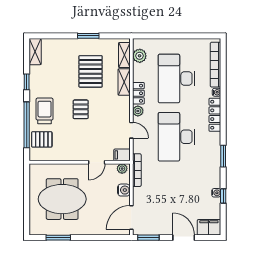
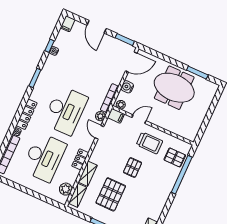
window: (27, 82) -> (166, 209), removed
trolley: (45, 111) -> (149, 143), moved, turned -90
plant: (138, 111) -> (100, 116), moved
meeting table: (62, 199) -> (174, 88), moved
filing cabinet: (209, 227) -> (68, 24), width x0.50

